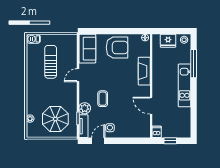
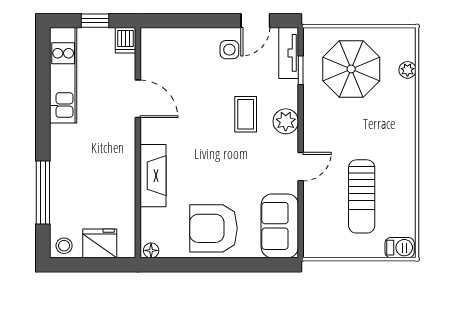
kitchen unit: (185, 85) -> (63, 75), moved
plant: (85, 108) -> (286, 121), moved

